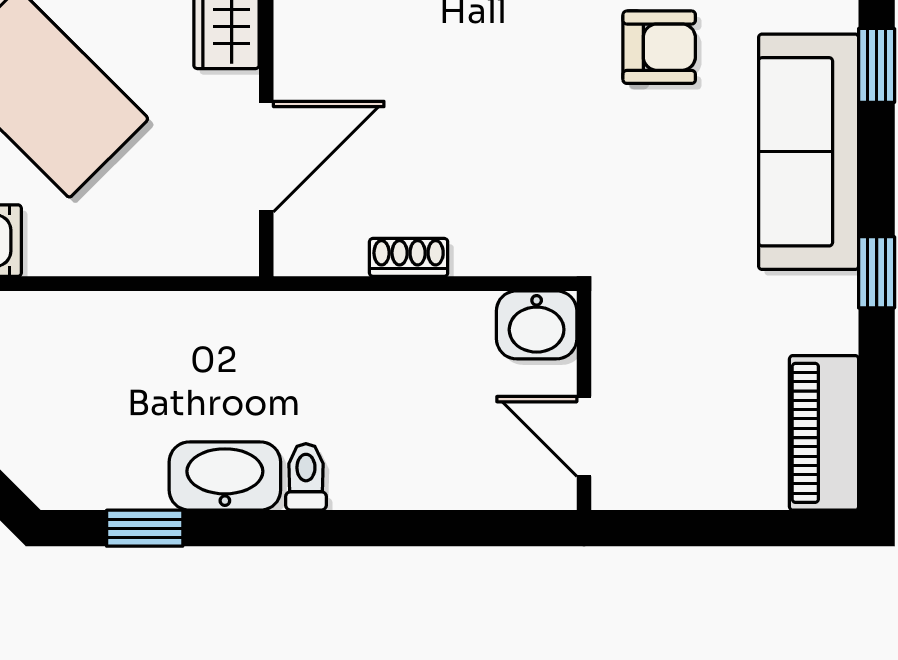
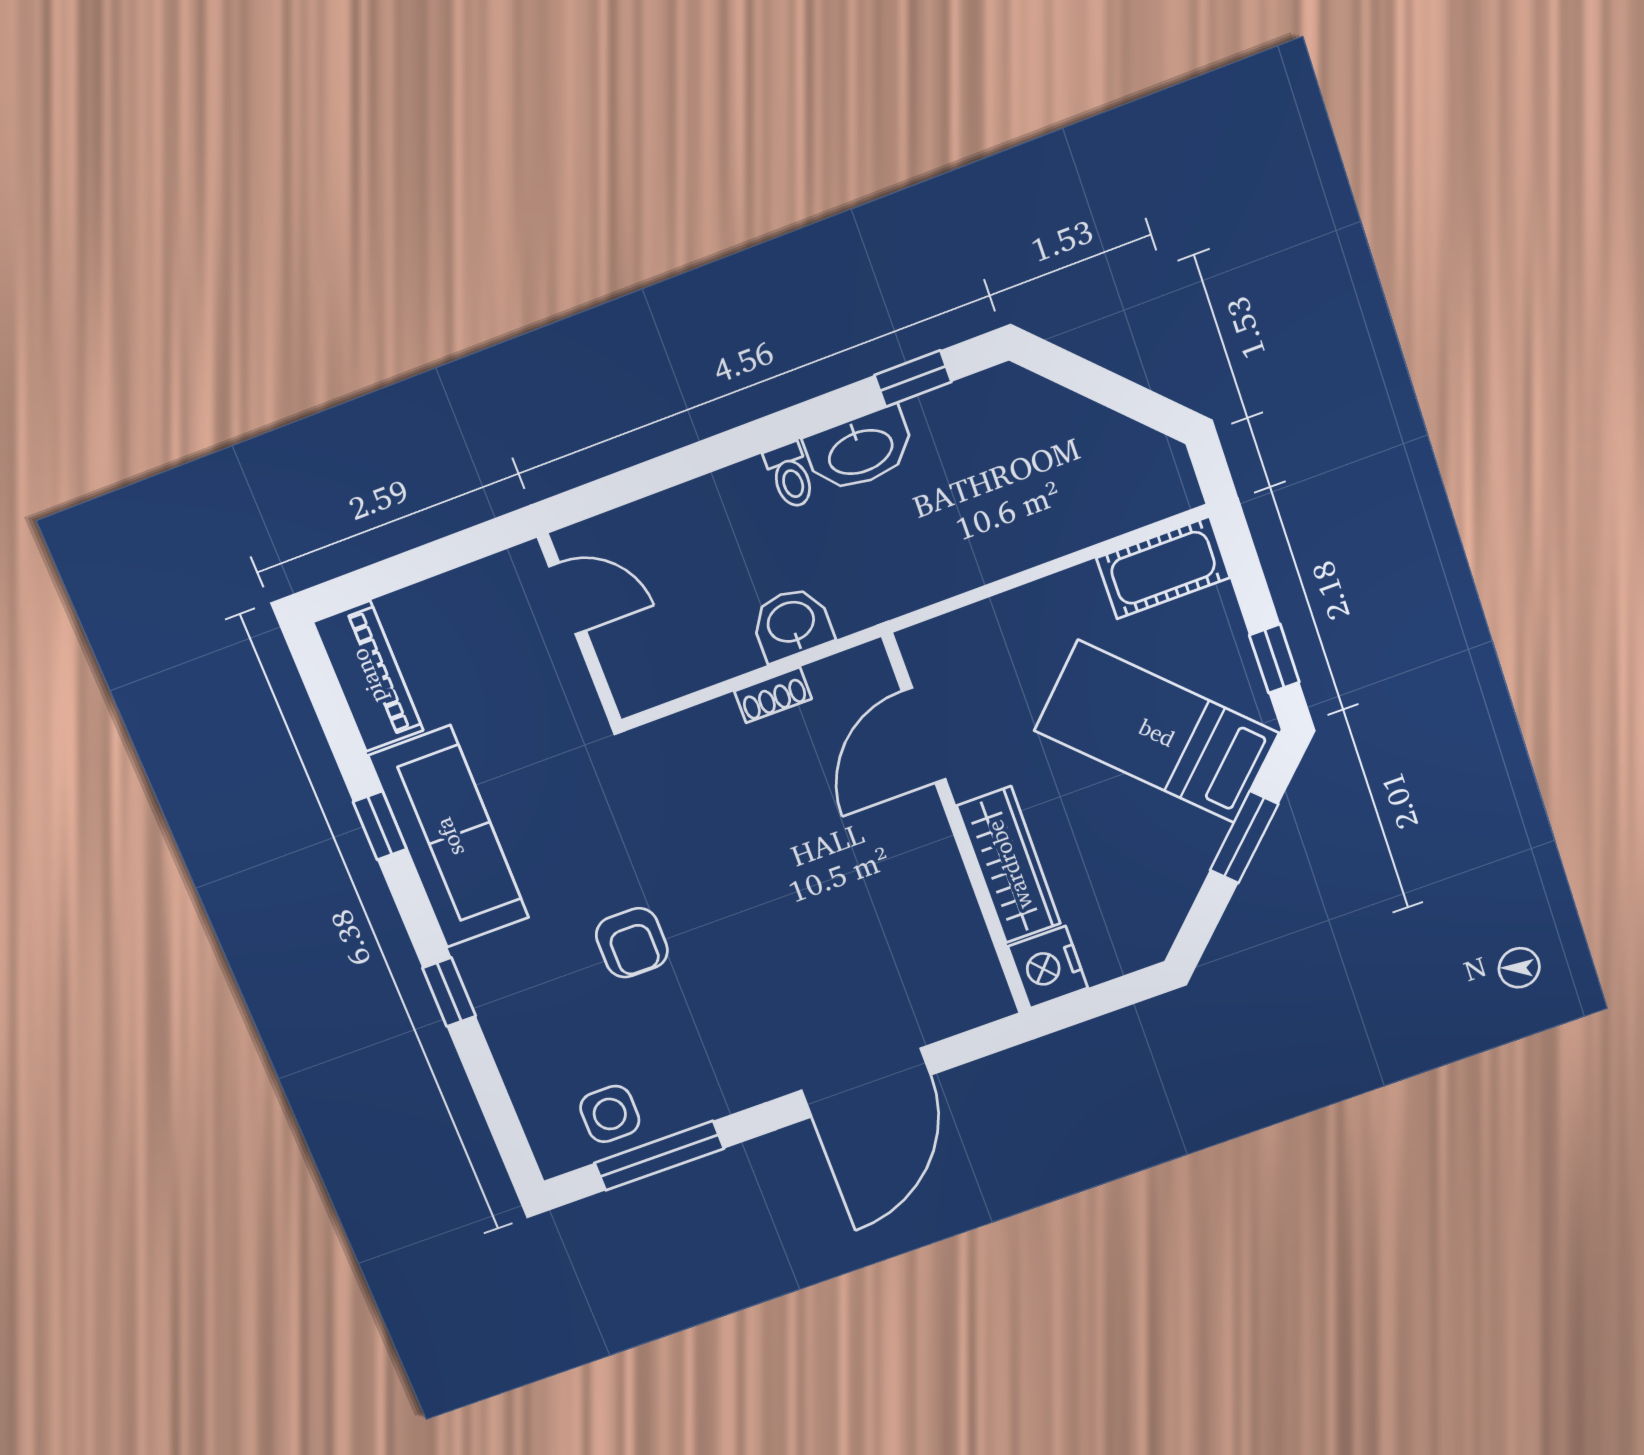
armchair: (659, 47) -> (632, 943), turned -90
sofa: (809, 152) -> (449, 837), moved
washbasin: (537, 325) -> (791, 624), moved

